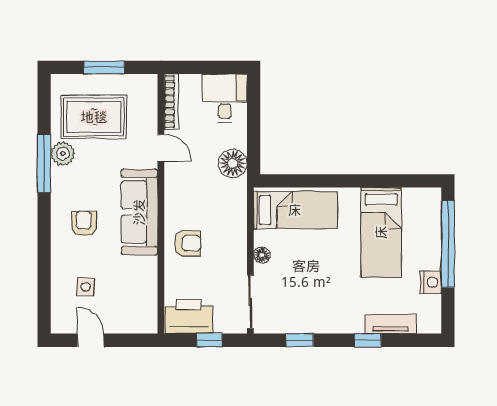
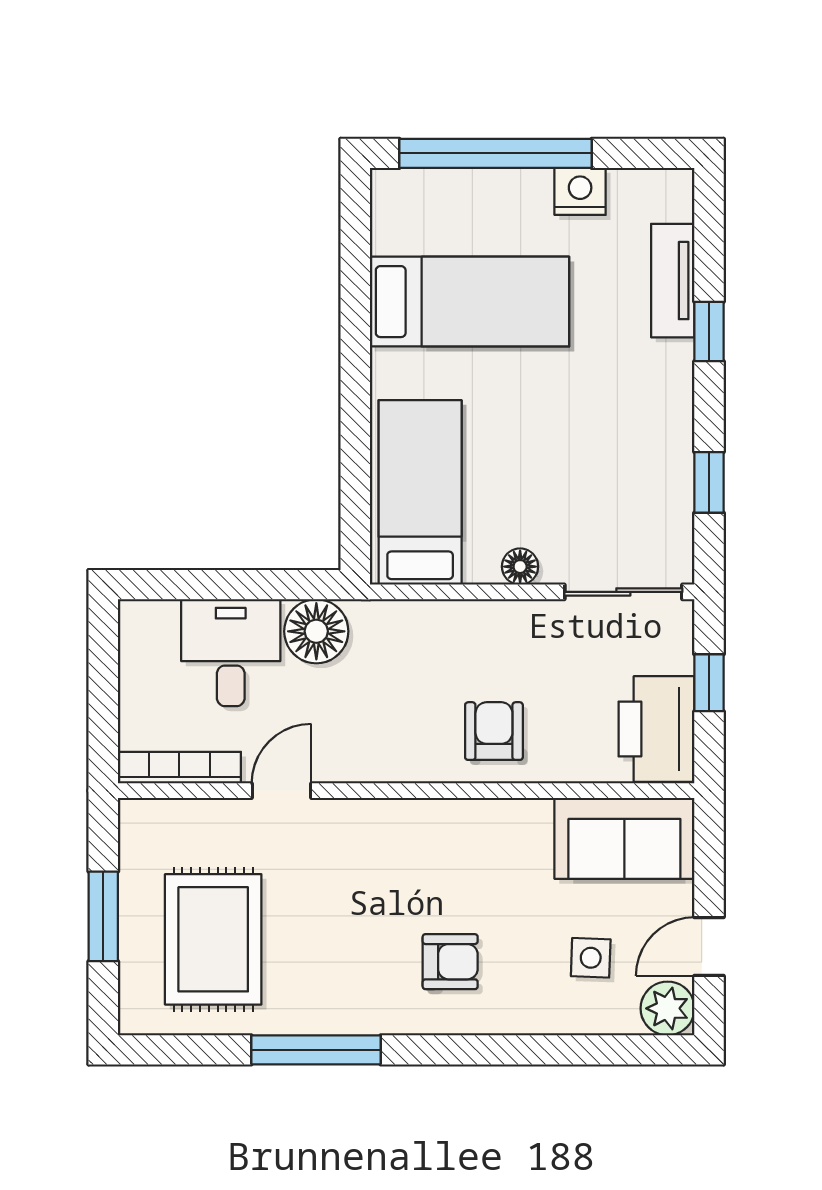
desk: (225, 98) -> (231, 653), moved, turned 90
plant: (63, 154) -> (668, 1008), moved
sofa: (139, 212) -> (624, 838), moved, width x0.73
armchair: (84, 224) -> (450, 962), turned 180

